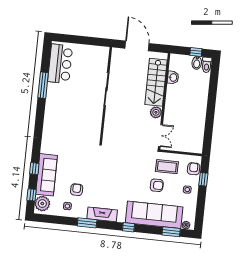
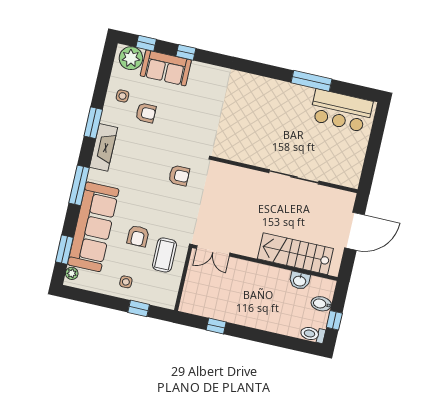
bidet: (197, 63) -> (321, 304), moved
plant: (156, 112) -> (249, 248), removed
window: (209, 128) -> (216, 326), added
armchair: (194, 169) -> (179, 176), moved
sofa: (47, 175) -> (166, 68), width x0.73
window: (129, 227) -> (79, 185), width x2.17

